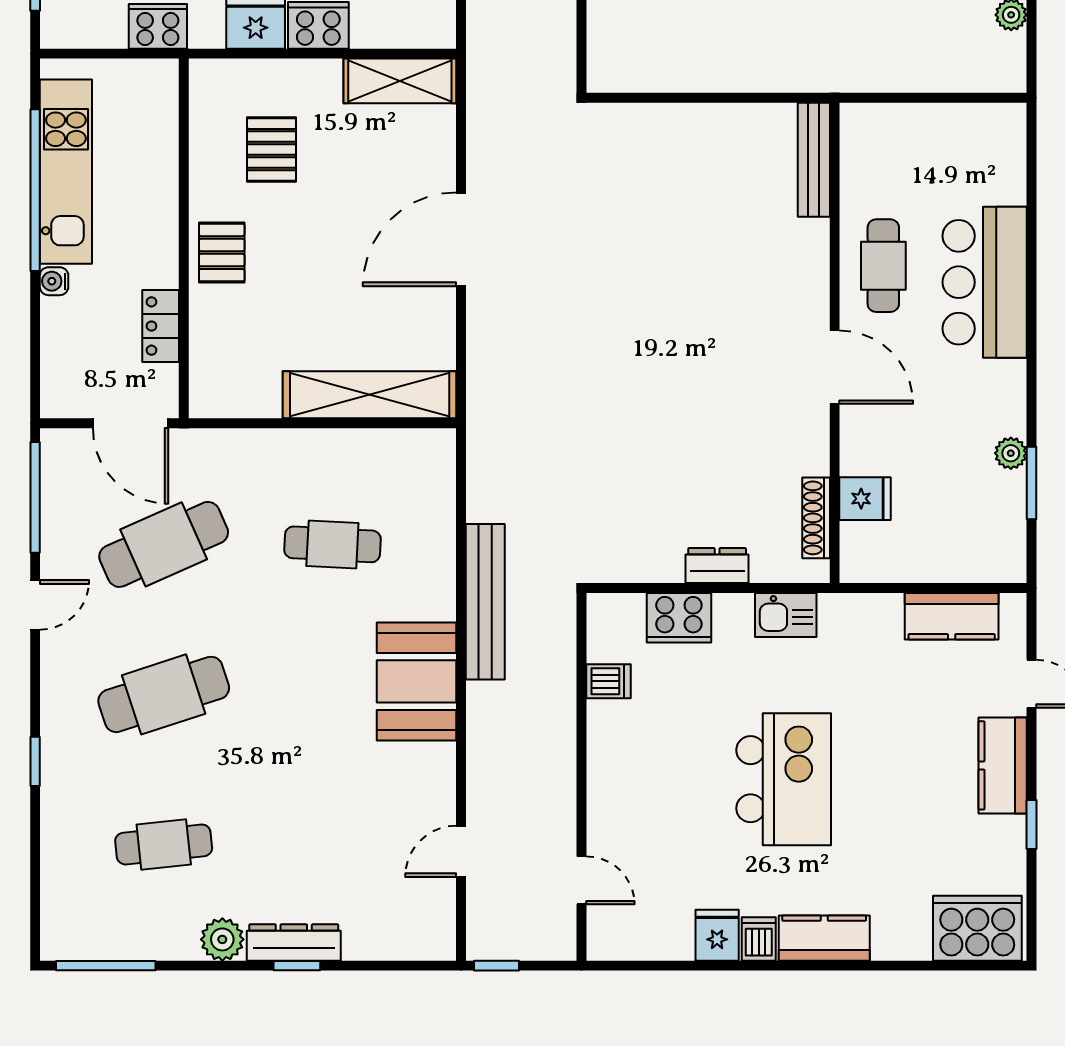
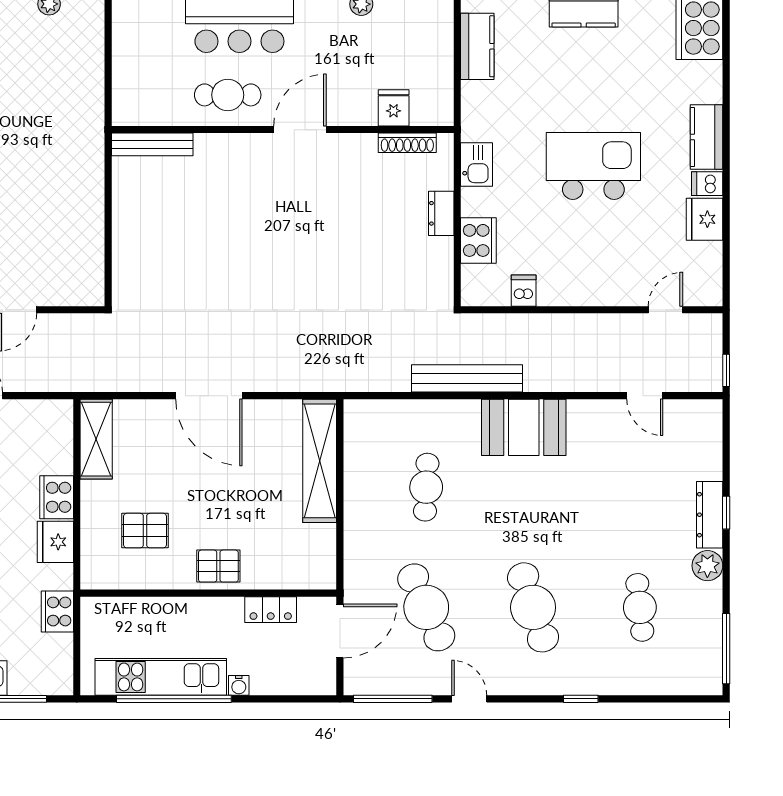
fridge: (717, 935) -> (704, 219), width x1.38

